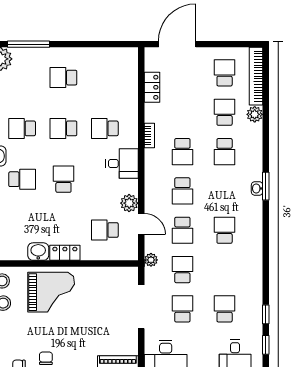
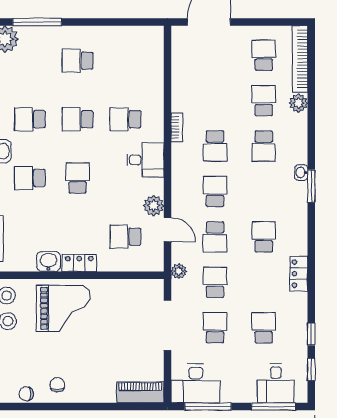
locker: (152, 87) -> (299, 274), moved, turned 180
school desk: (22, 179) -> (30, 178), turned 180
washbasin: (257, 188) -> (301, 173), moved
school desk: (182, 191) -> (215, 191), turned 180

